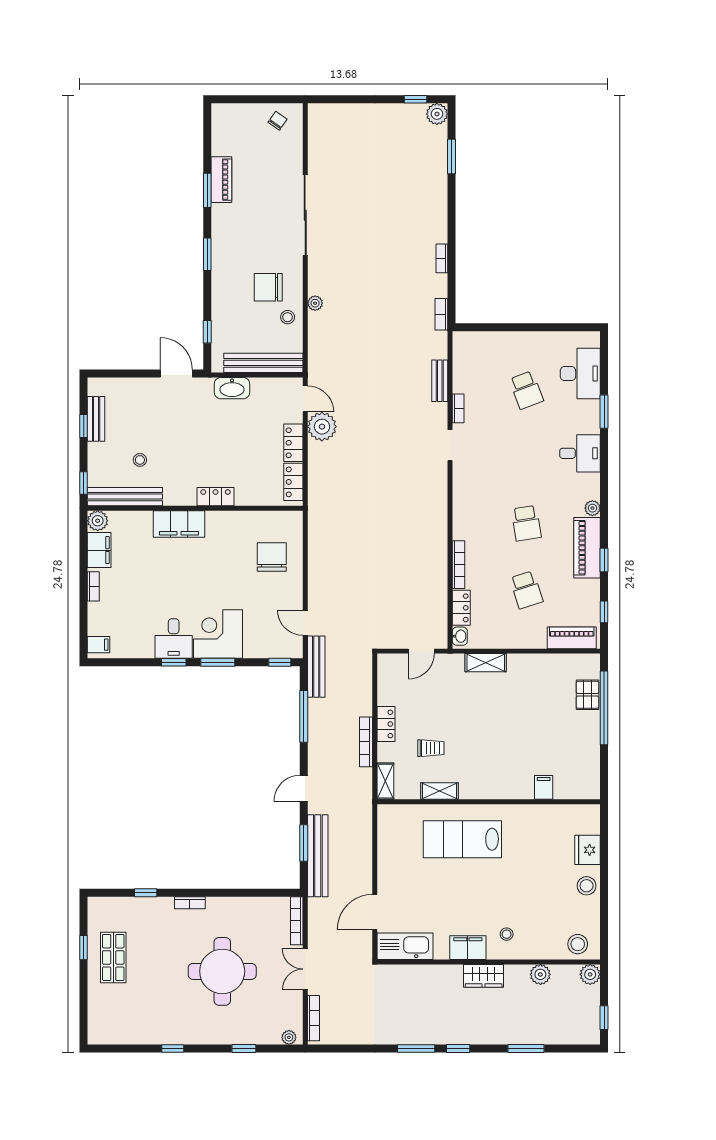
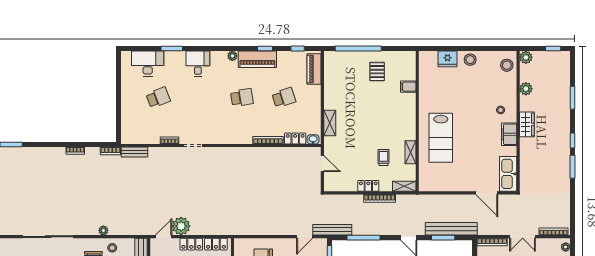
bench: (440, 381) -> (134, 152), moved
pallet: (588, 695) -> (377, 72), moved, turned 90

